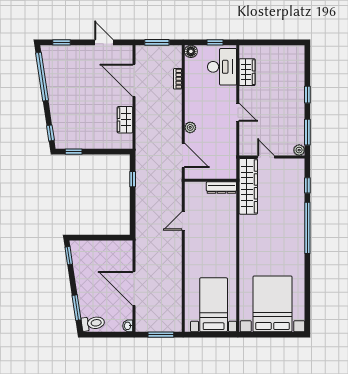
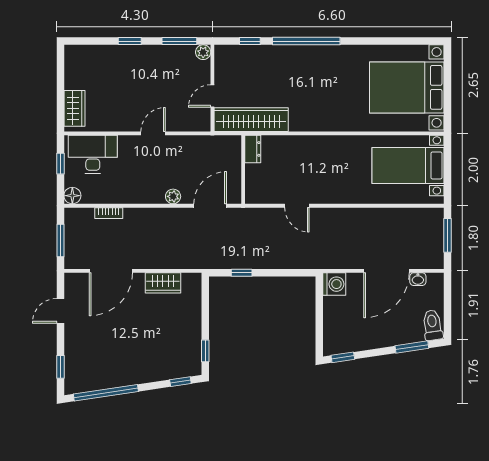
wardrobe: (247, 72) -> (74, 108), moved, turned 90
dresser: (221, 188) -> (253, 149), width x0.70
washing machine: (124, 249) -> (334, 284), added
washbasin: (128, 326) -> (418, 279), moved

